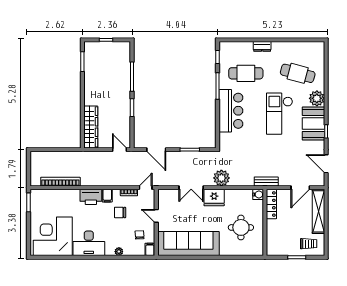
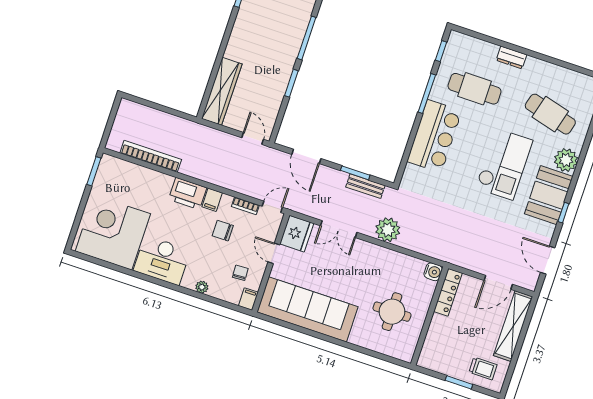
checkout: (280, 114) -> (504, 164), turned 180
bench: (266, 181) -> (365, 186), moved
fridge: (214, 198) -> (297, 234), moved, turned -90

